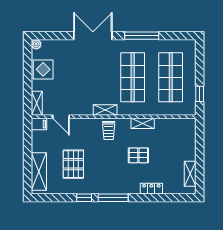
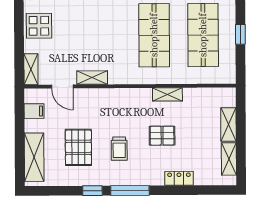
window: (200, 94) -> (240, 34), moved
shelving: (105, 110) -> (92, 78), moved
filing cabinet: (39, 124) -> (34, 111), moved
trolley: (109, 130) -> (119, 149), moved
shelving: (190, 147) -> (228, 124), added

